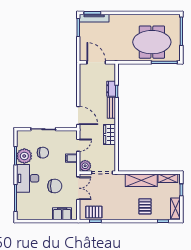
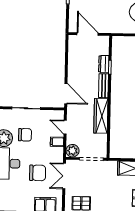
wardrobe: (110, 135) -> (101, 116), width x1.50
door: (78, 145) -> (65, 127), swing flipped
double door: (78, 188) -> (64, 176), swing flipped

